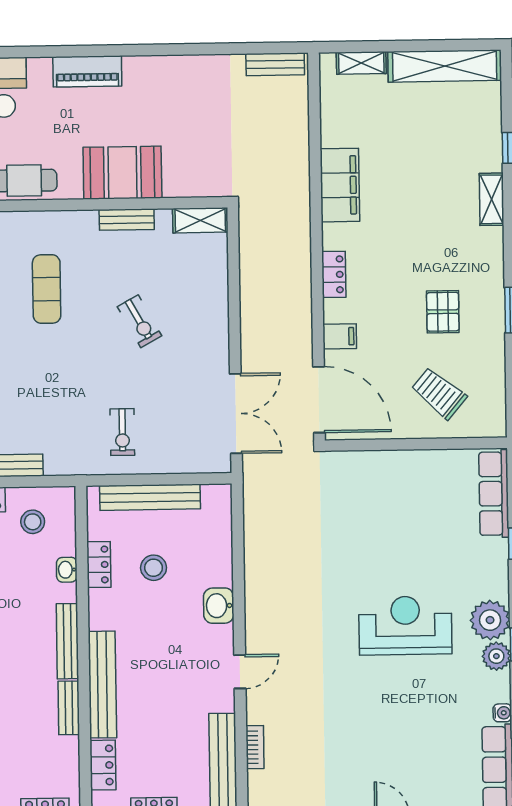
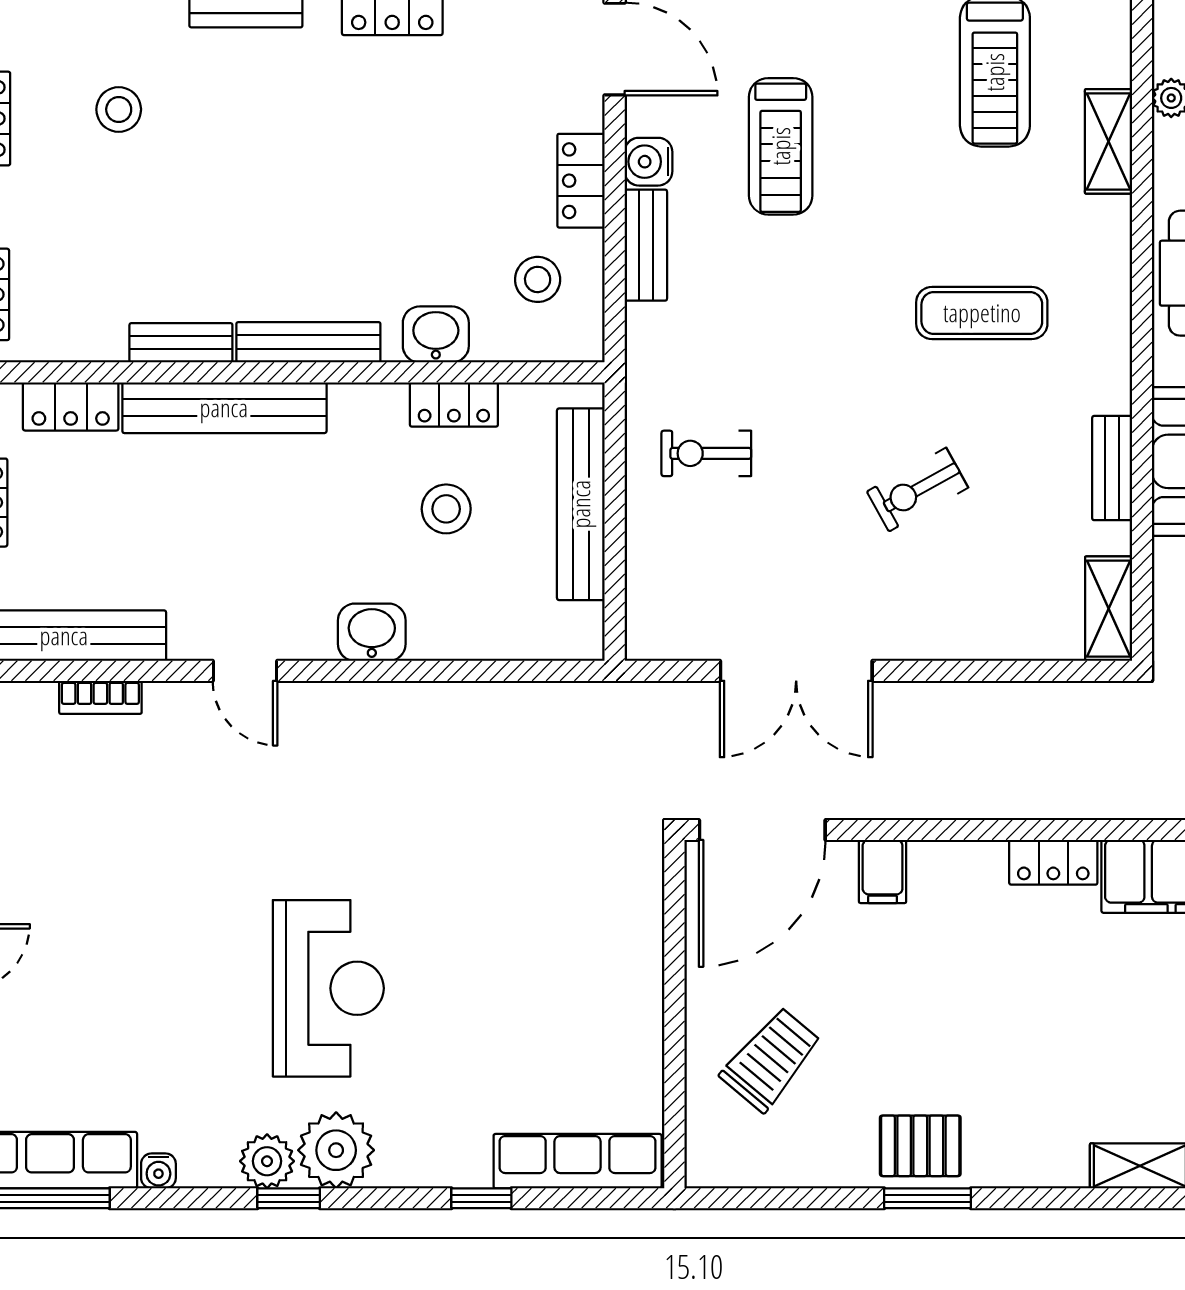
locker: (334, 274) -> (1053, 862), moved
pallet: (443, 312) -> (920, 1146), moved
double door: (236, 414) -> (796, 671), moved
washbasin: (67, 570) -> (436, 334), width x1.38, depth x1.45

